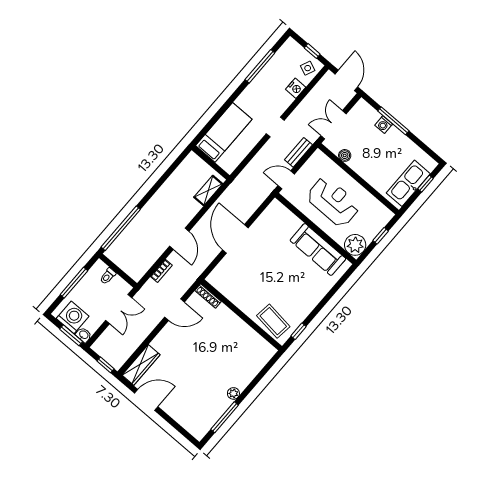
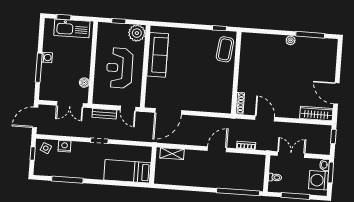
washing machine: (384, 125) -> (47, 57), moved
door: (235, 239) -> (168, 111), moved

